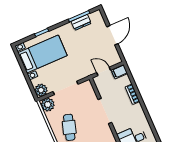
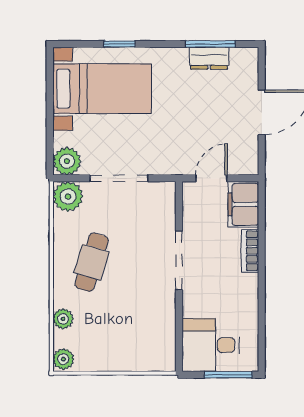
door: (104, 71) -> (211, 178), hinge flipped
filing cabinet: (119, 72) -> (243, 204), width x2.00

